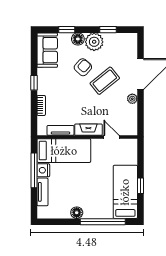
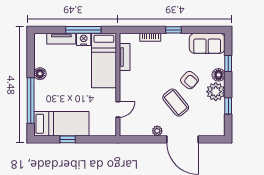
fireplace: (88, 130) -> (125, 86), removed

